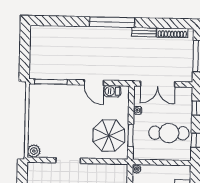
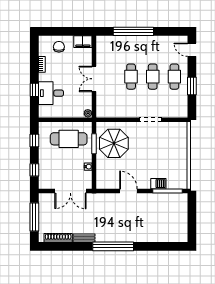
double door: (158, 84) -> (70, 191), swing flipped
barbecue: (112, 91) -> (158, 184), moved
cafe table: (169, 133) -> (69, 139), moved
plant: (34, 151) -> (182, 128), removed

